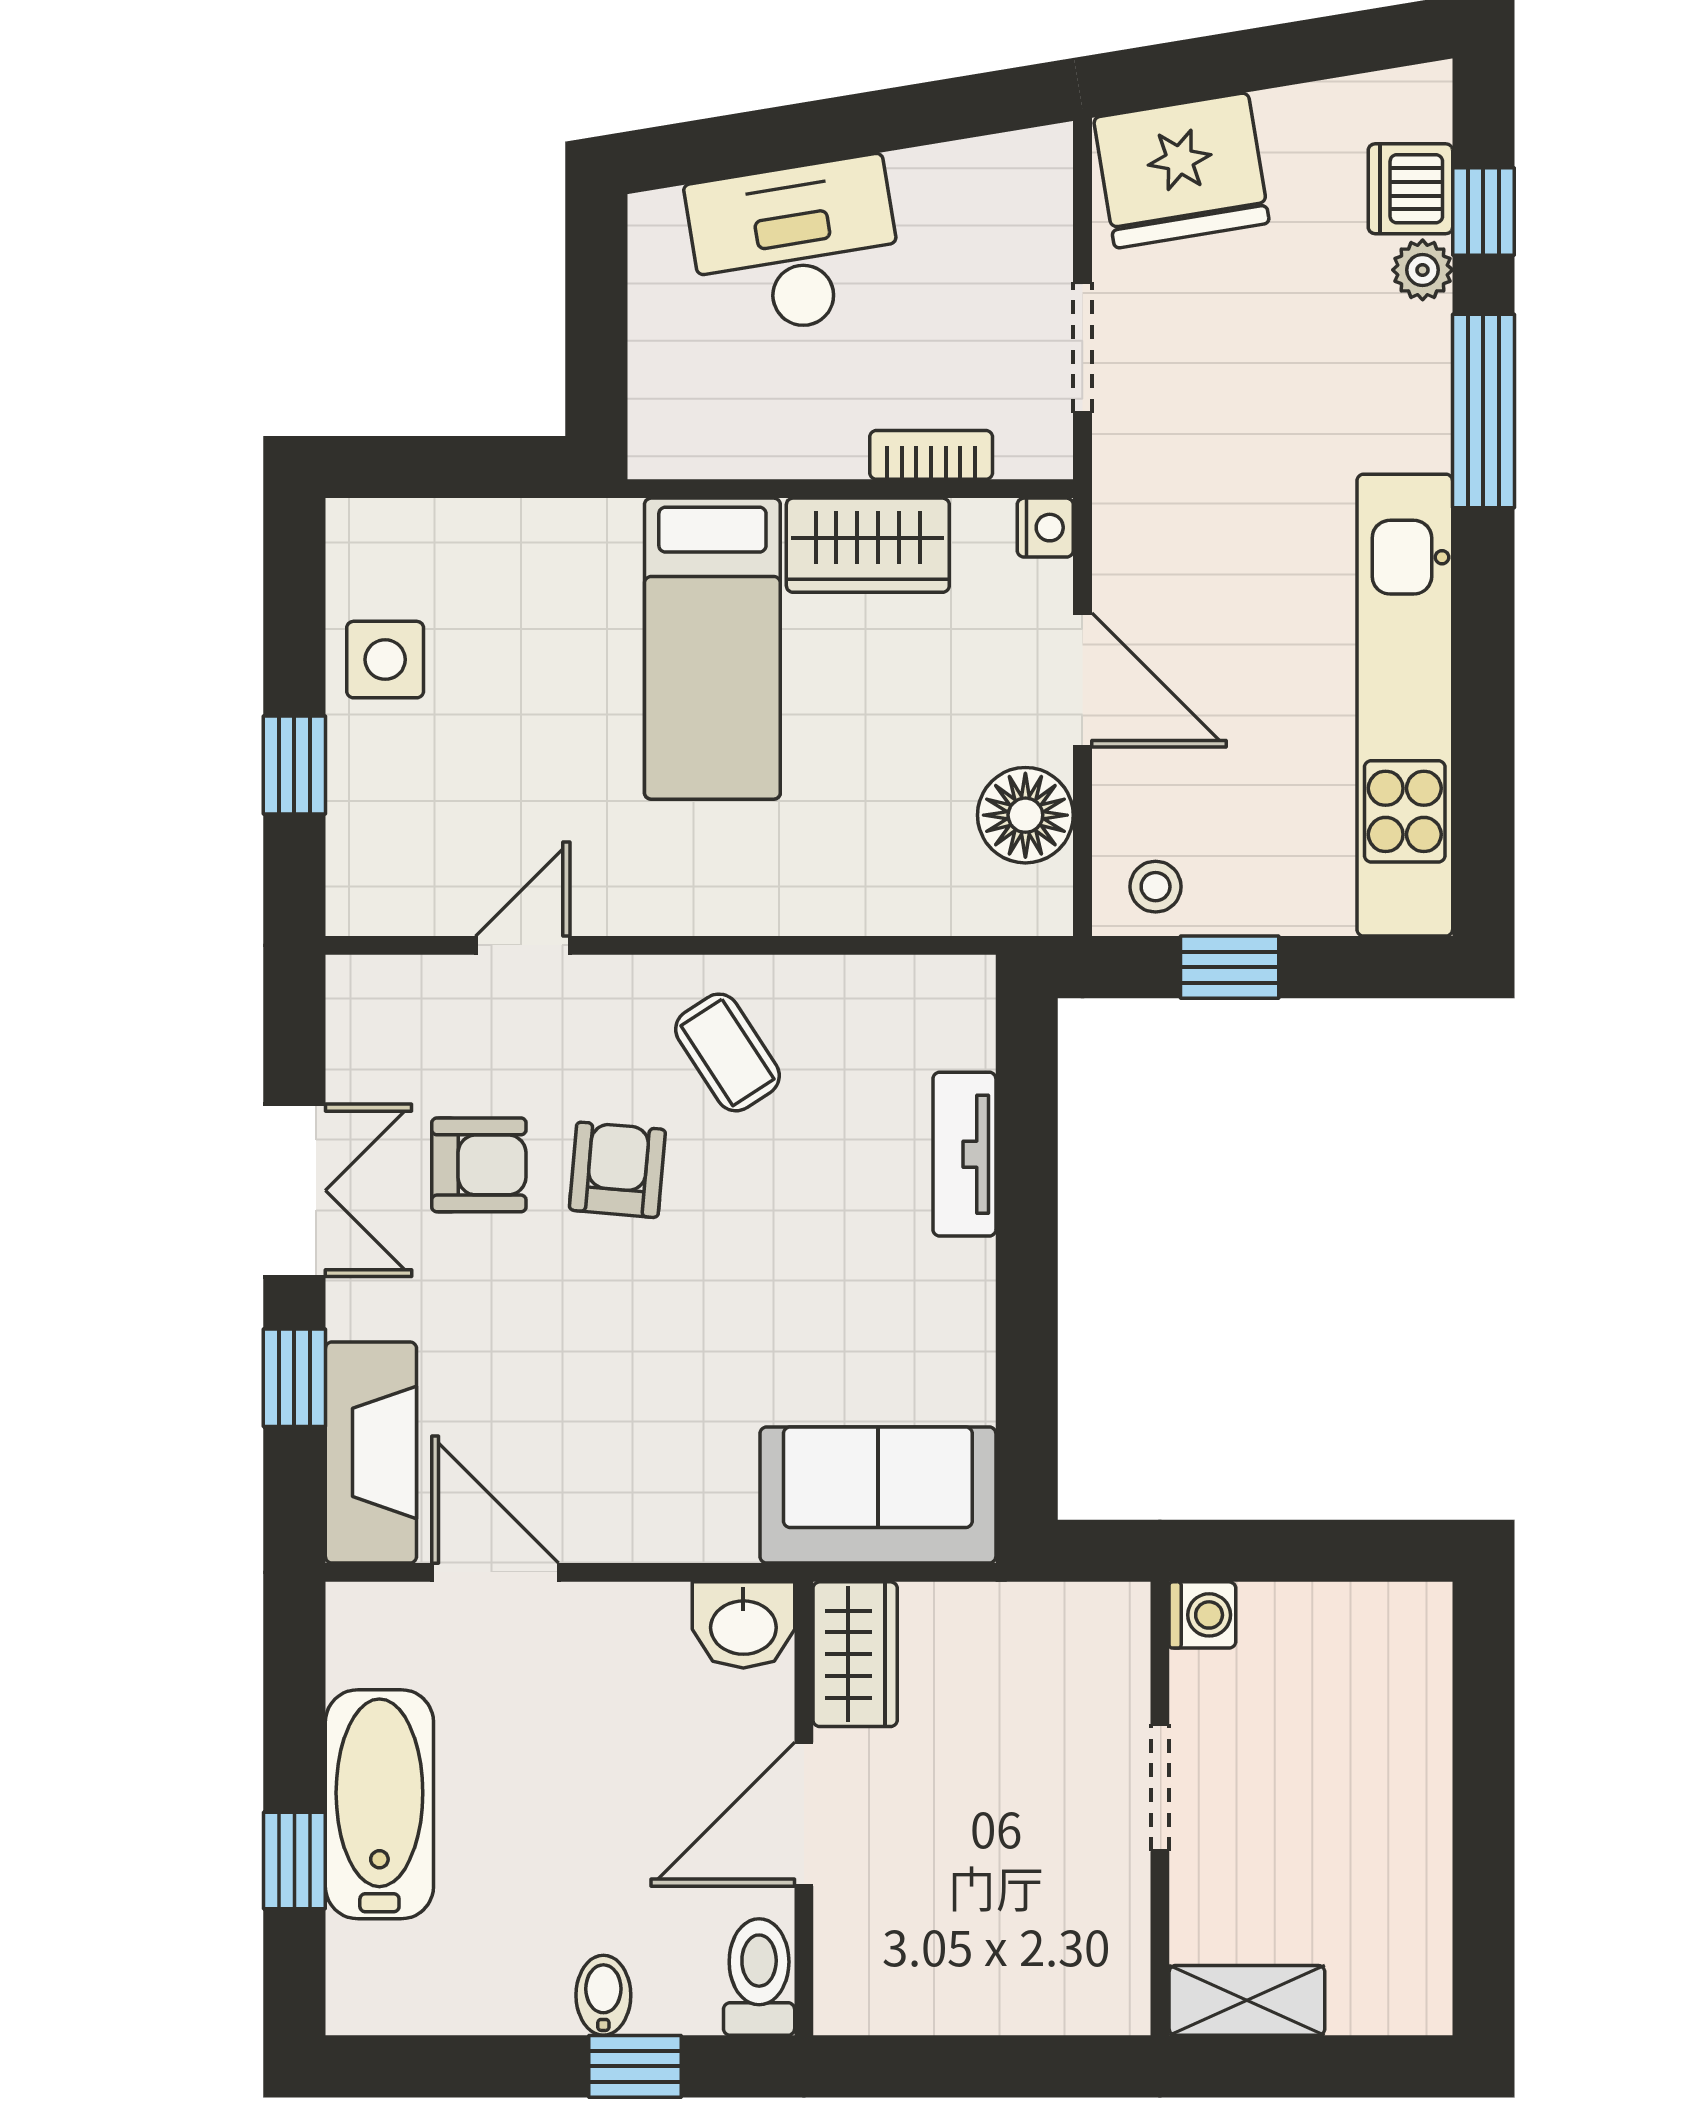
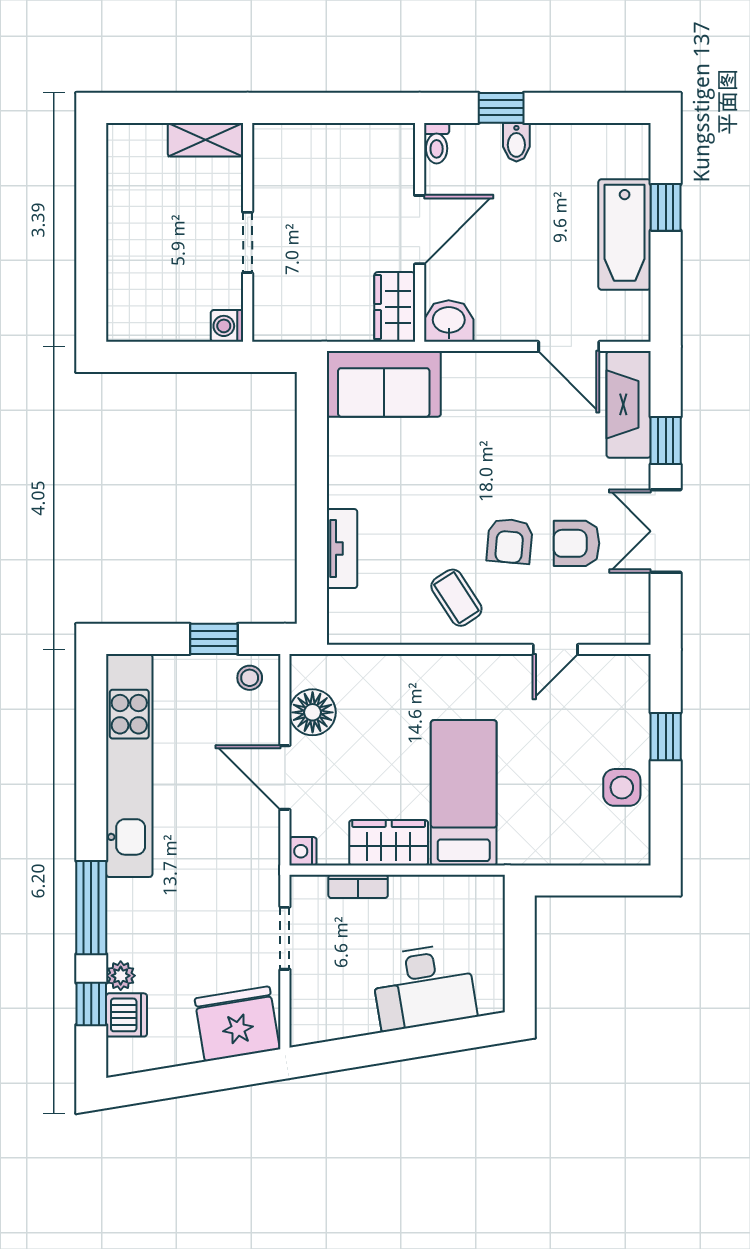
toilet: (759, 1977) -> (437, 143), width x0.73, depth x0.72

